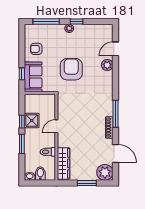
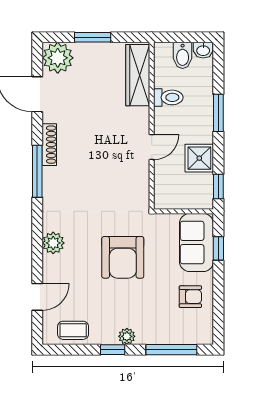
coffee table: (97, 31) -> (73, 330), added
plant: (107, 65) -> (53, 243), moved
window: (22, 122) -> (218, 186), moved

